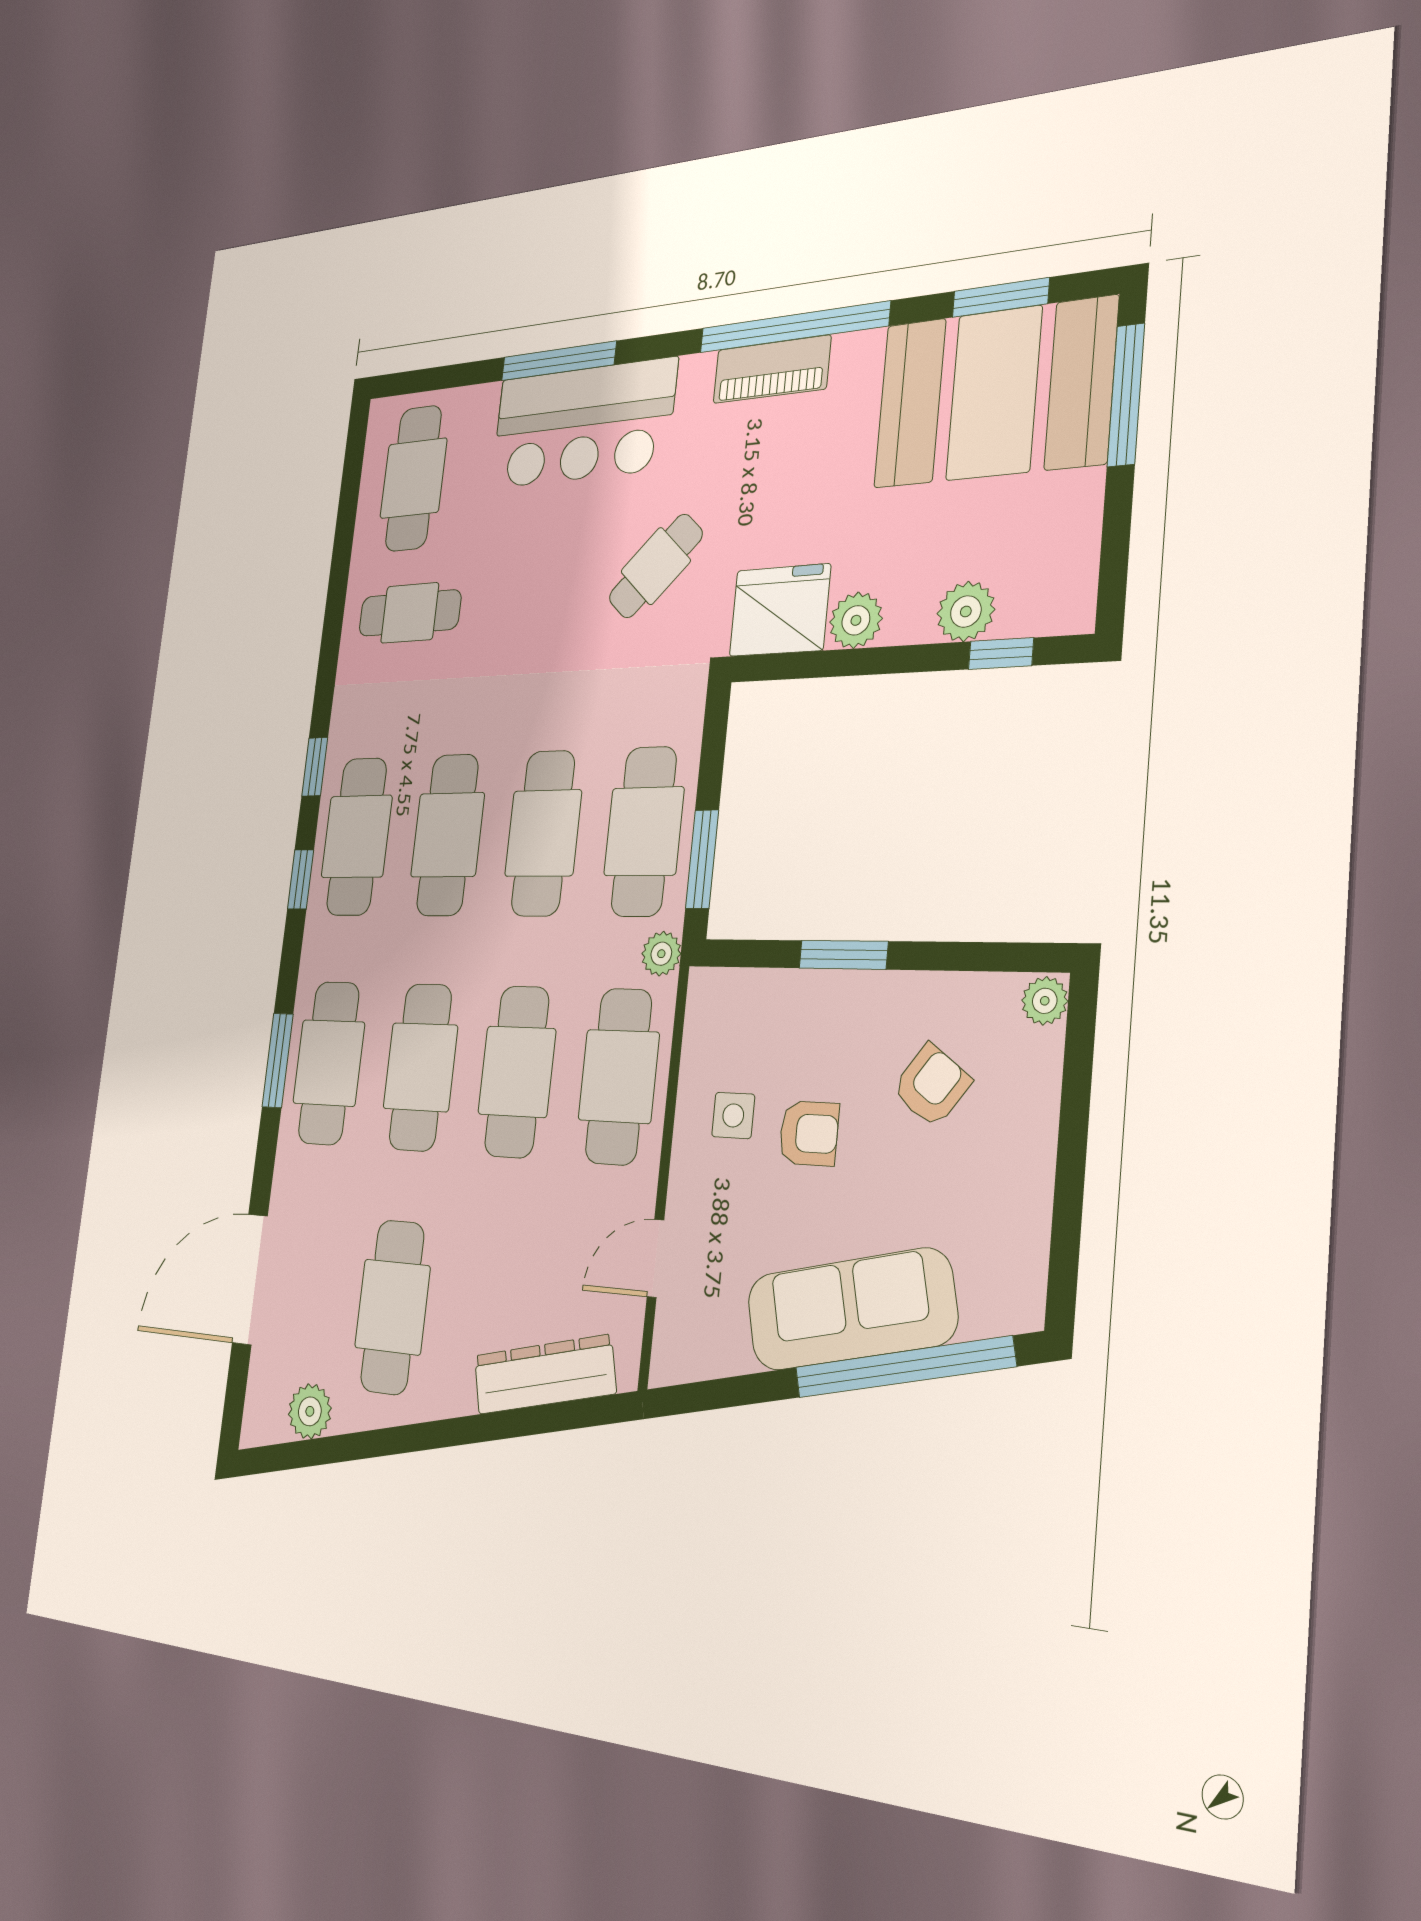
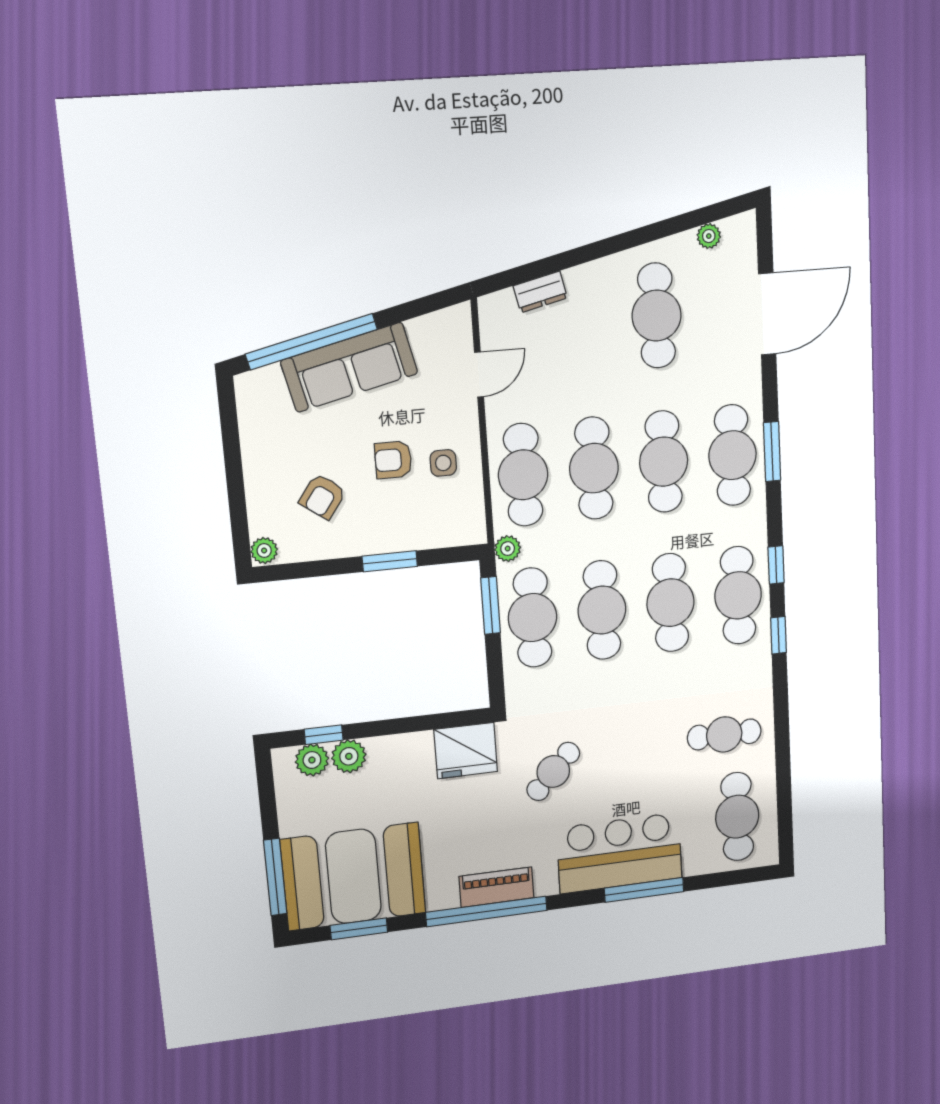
plant: (856, 620) -> (312, 760), moved
dresser: (544, 1374) -> (540, 292), width x0.51, depth x0.80
plant: (310, 1411) -> (709, 236), width x0.73, depth x0.73

